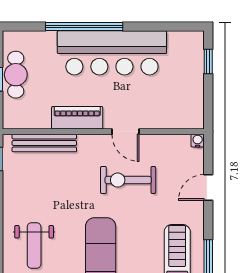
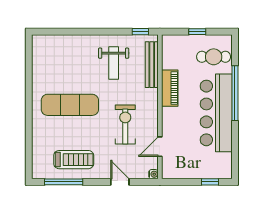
cafe table: (16, 75) -> (214, 57), moved
door: (125, 132) -> (160, 147), moved
weight bench: (34, 245) -> (114, 63), moved, turned -90

